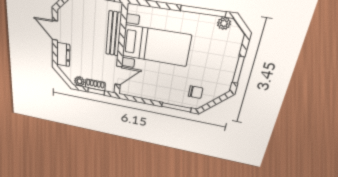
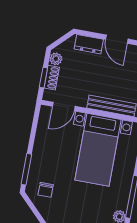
door: (55, 30) -> (117, 39), swing flipped
door: (118, 76) -> (64, 106), hinge flipped

